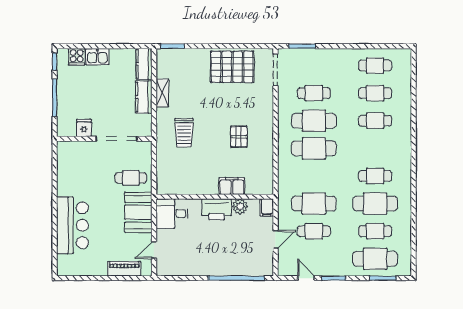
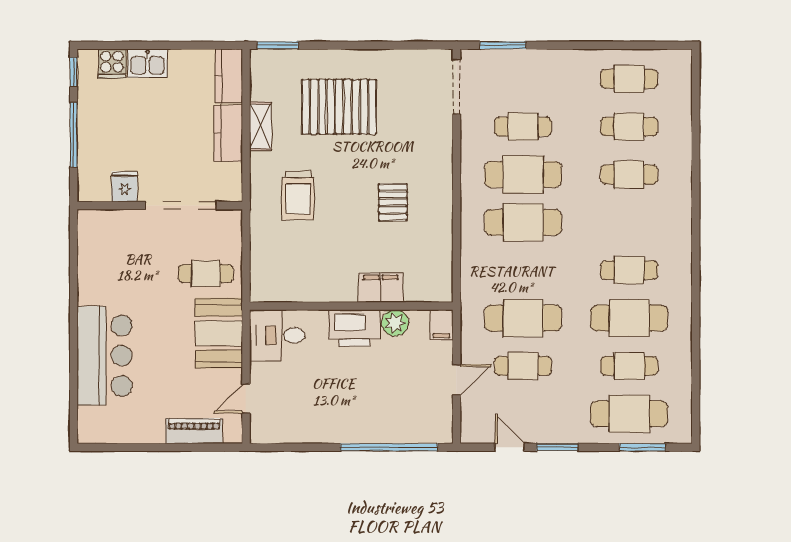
pallet: (232, 67) -> (339, 107), moved

